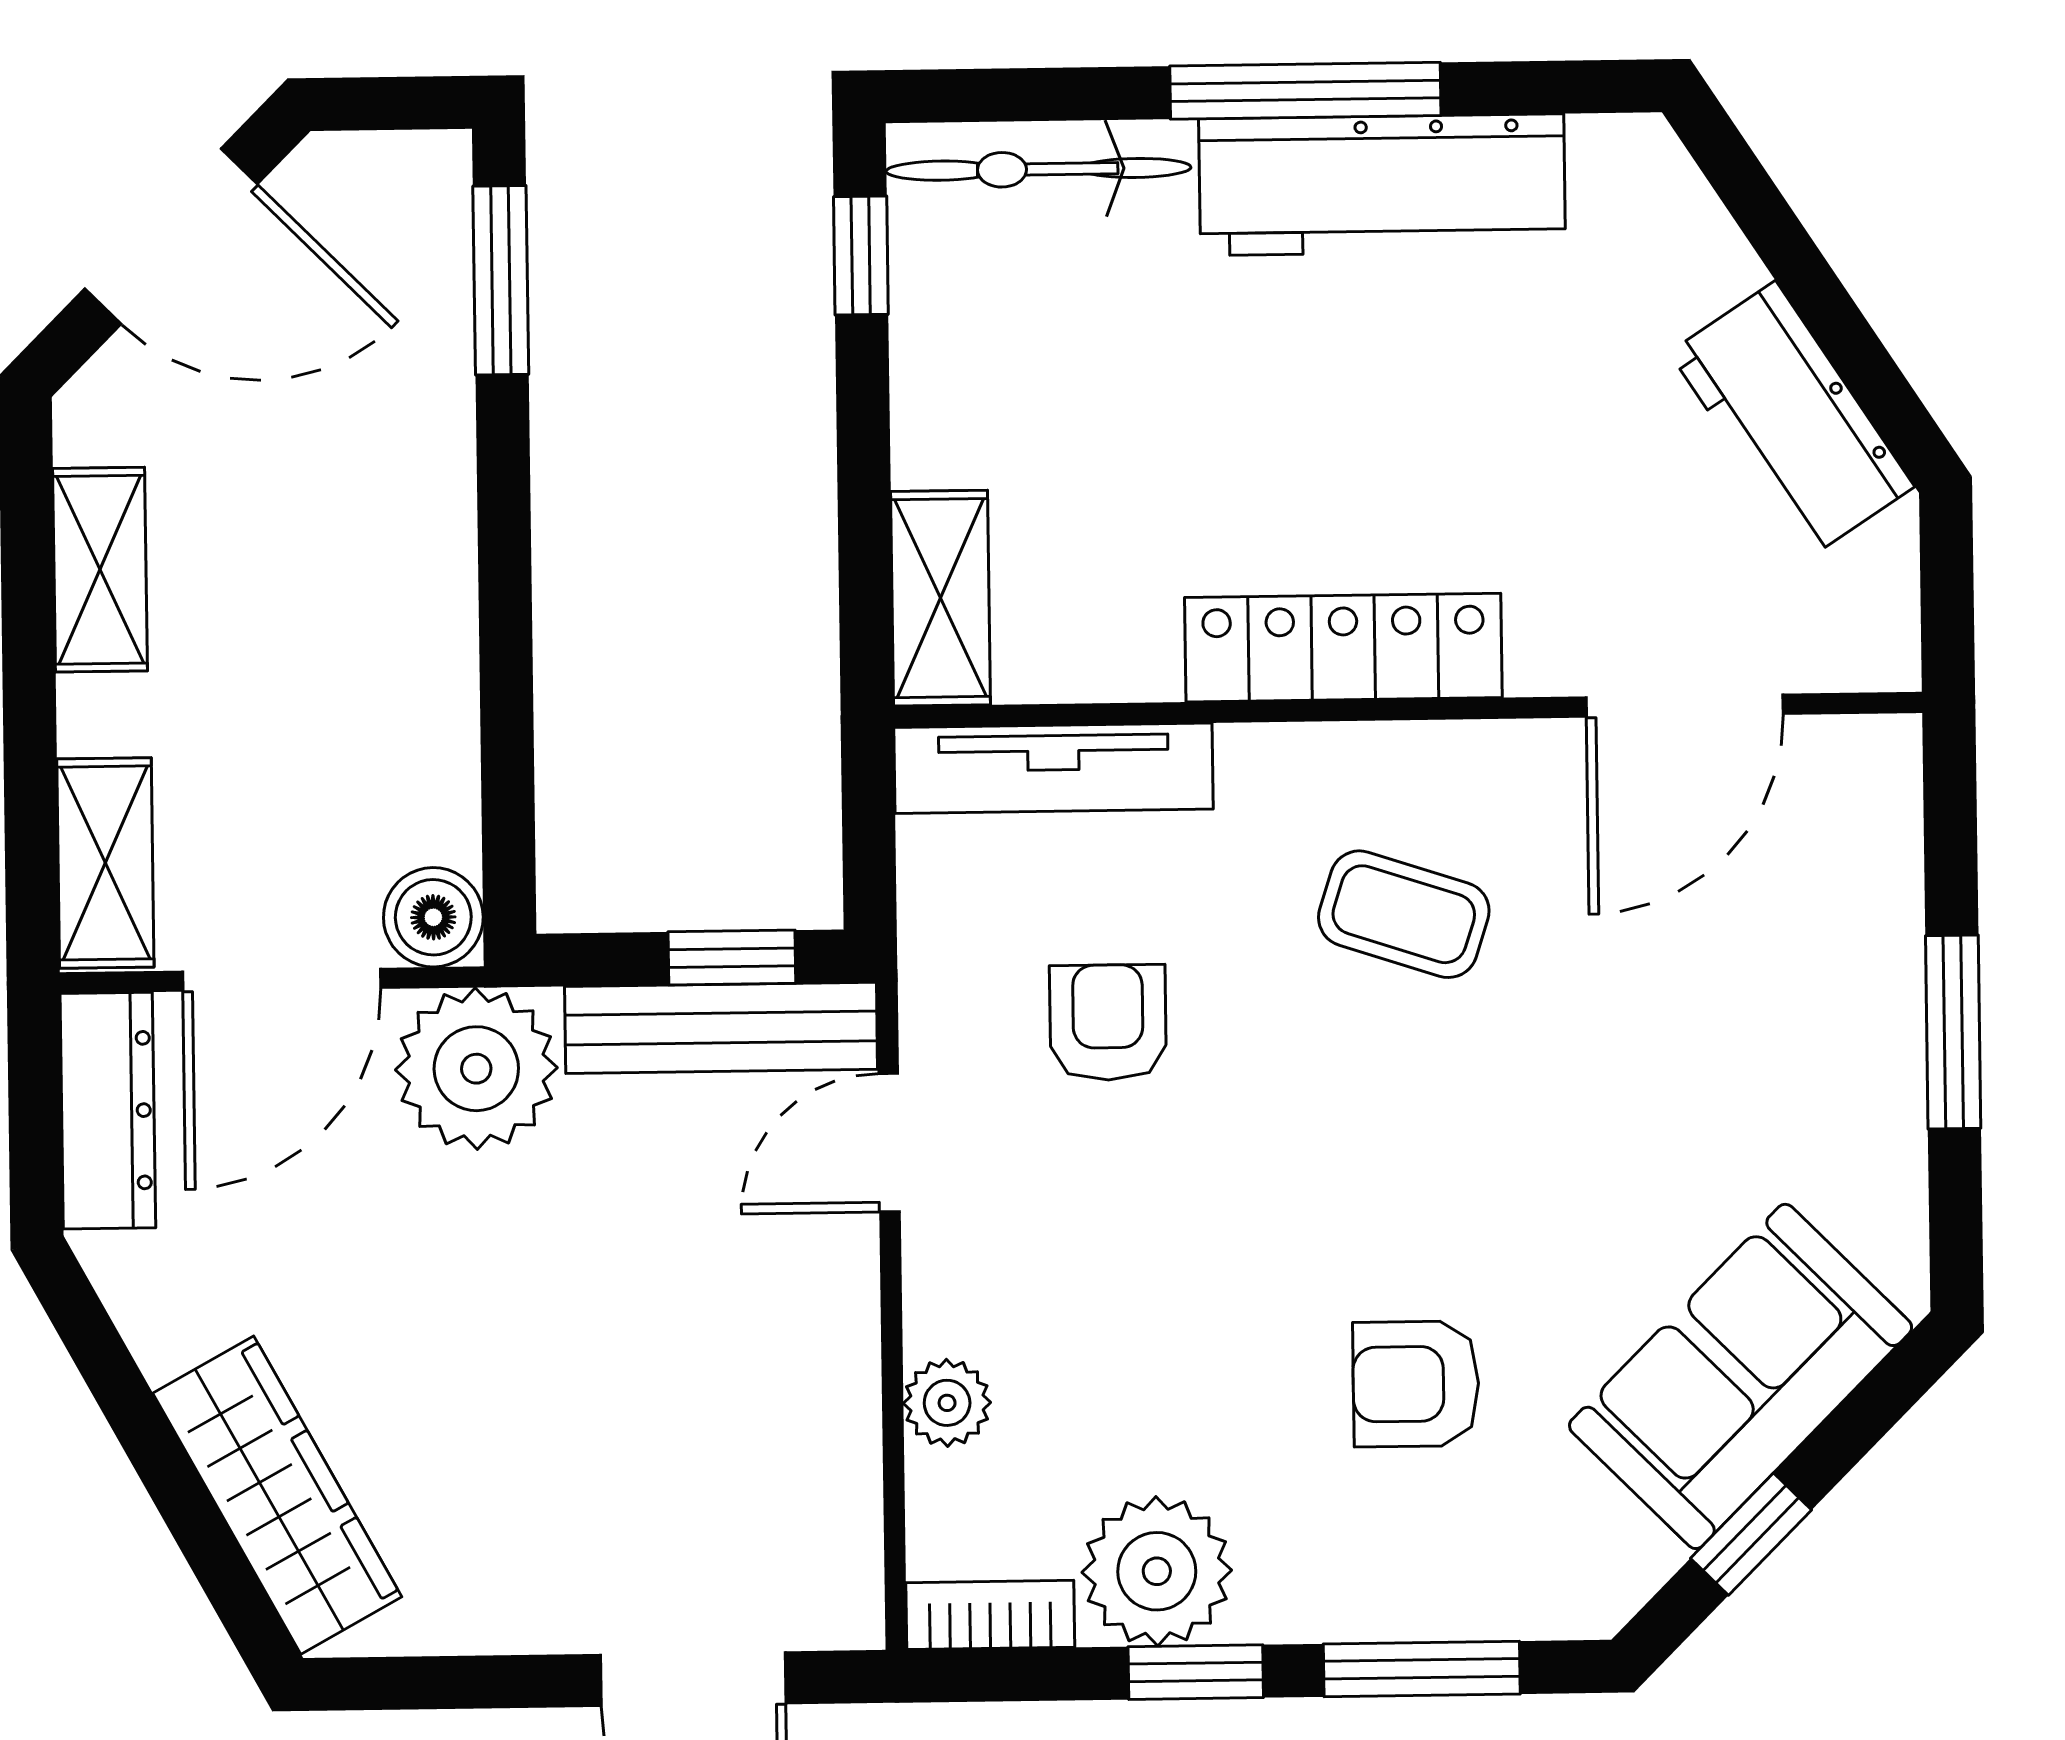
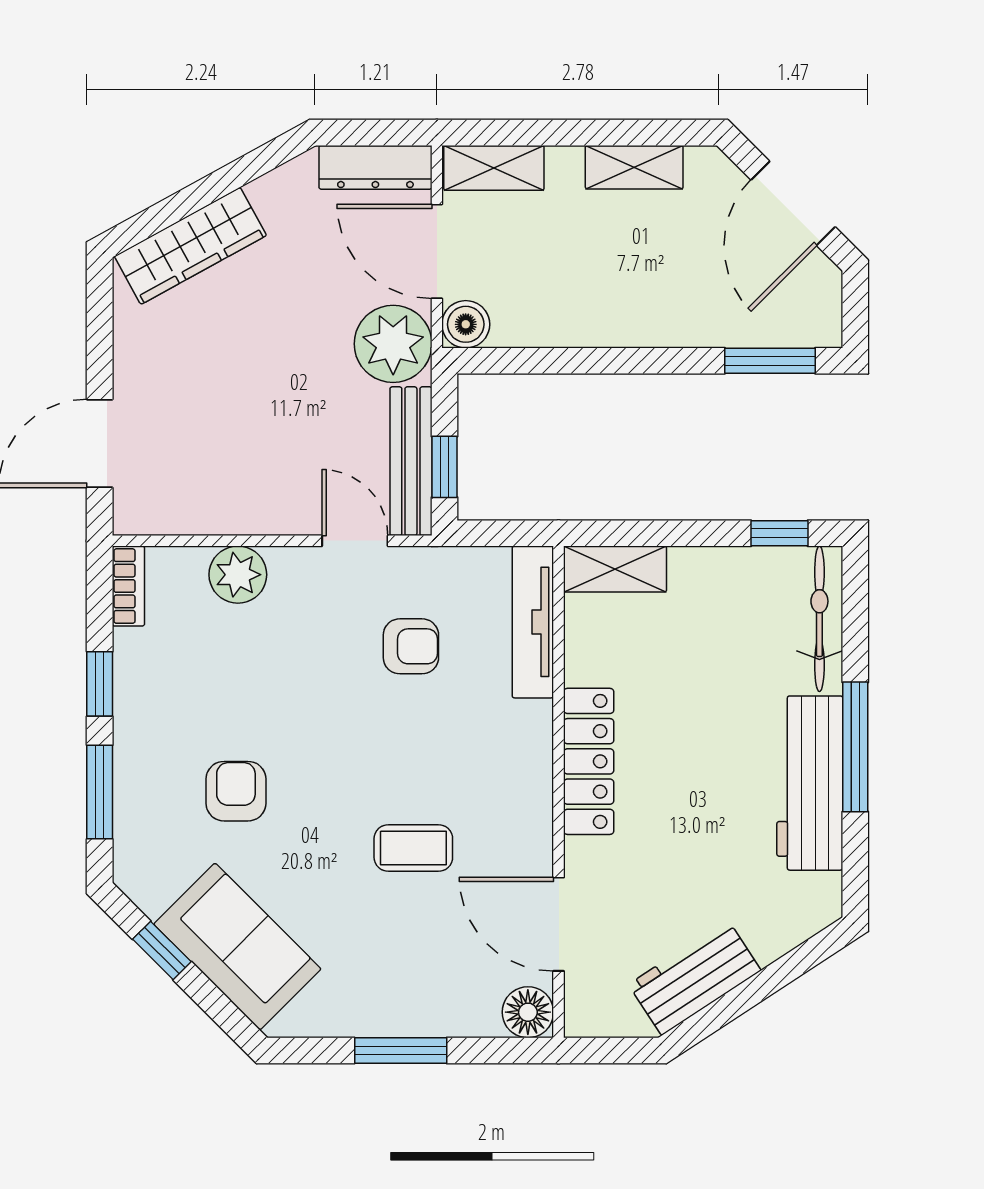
floor lamp: (1869, 767) -> (528, 1012), added
coffee table: (1404, 914) -> (413, 848), moved, turned 72
plant: (947, 1403) -> (238, 575), width x1.38, depth x1.38
plant: (1157, 1571) -> (148, 666), removed

